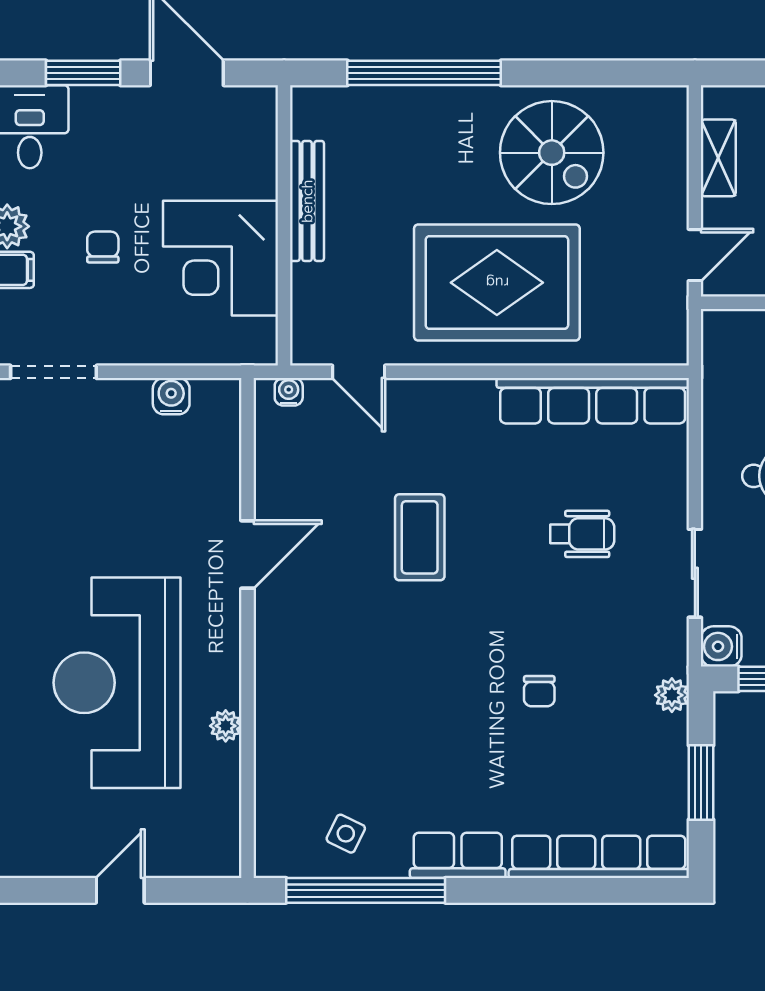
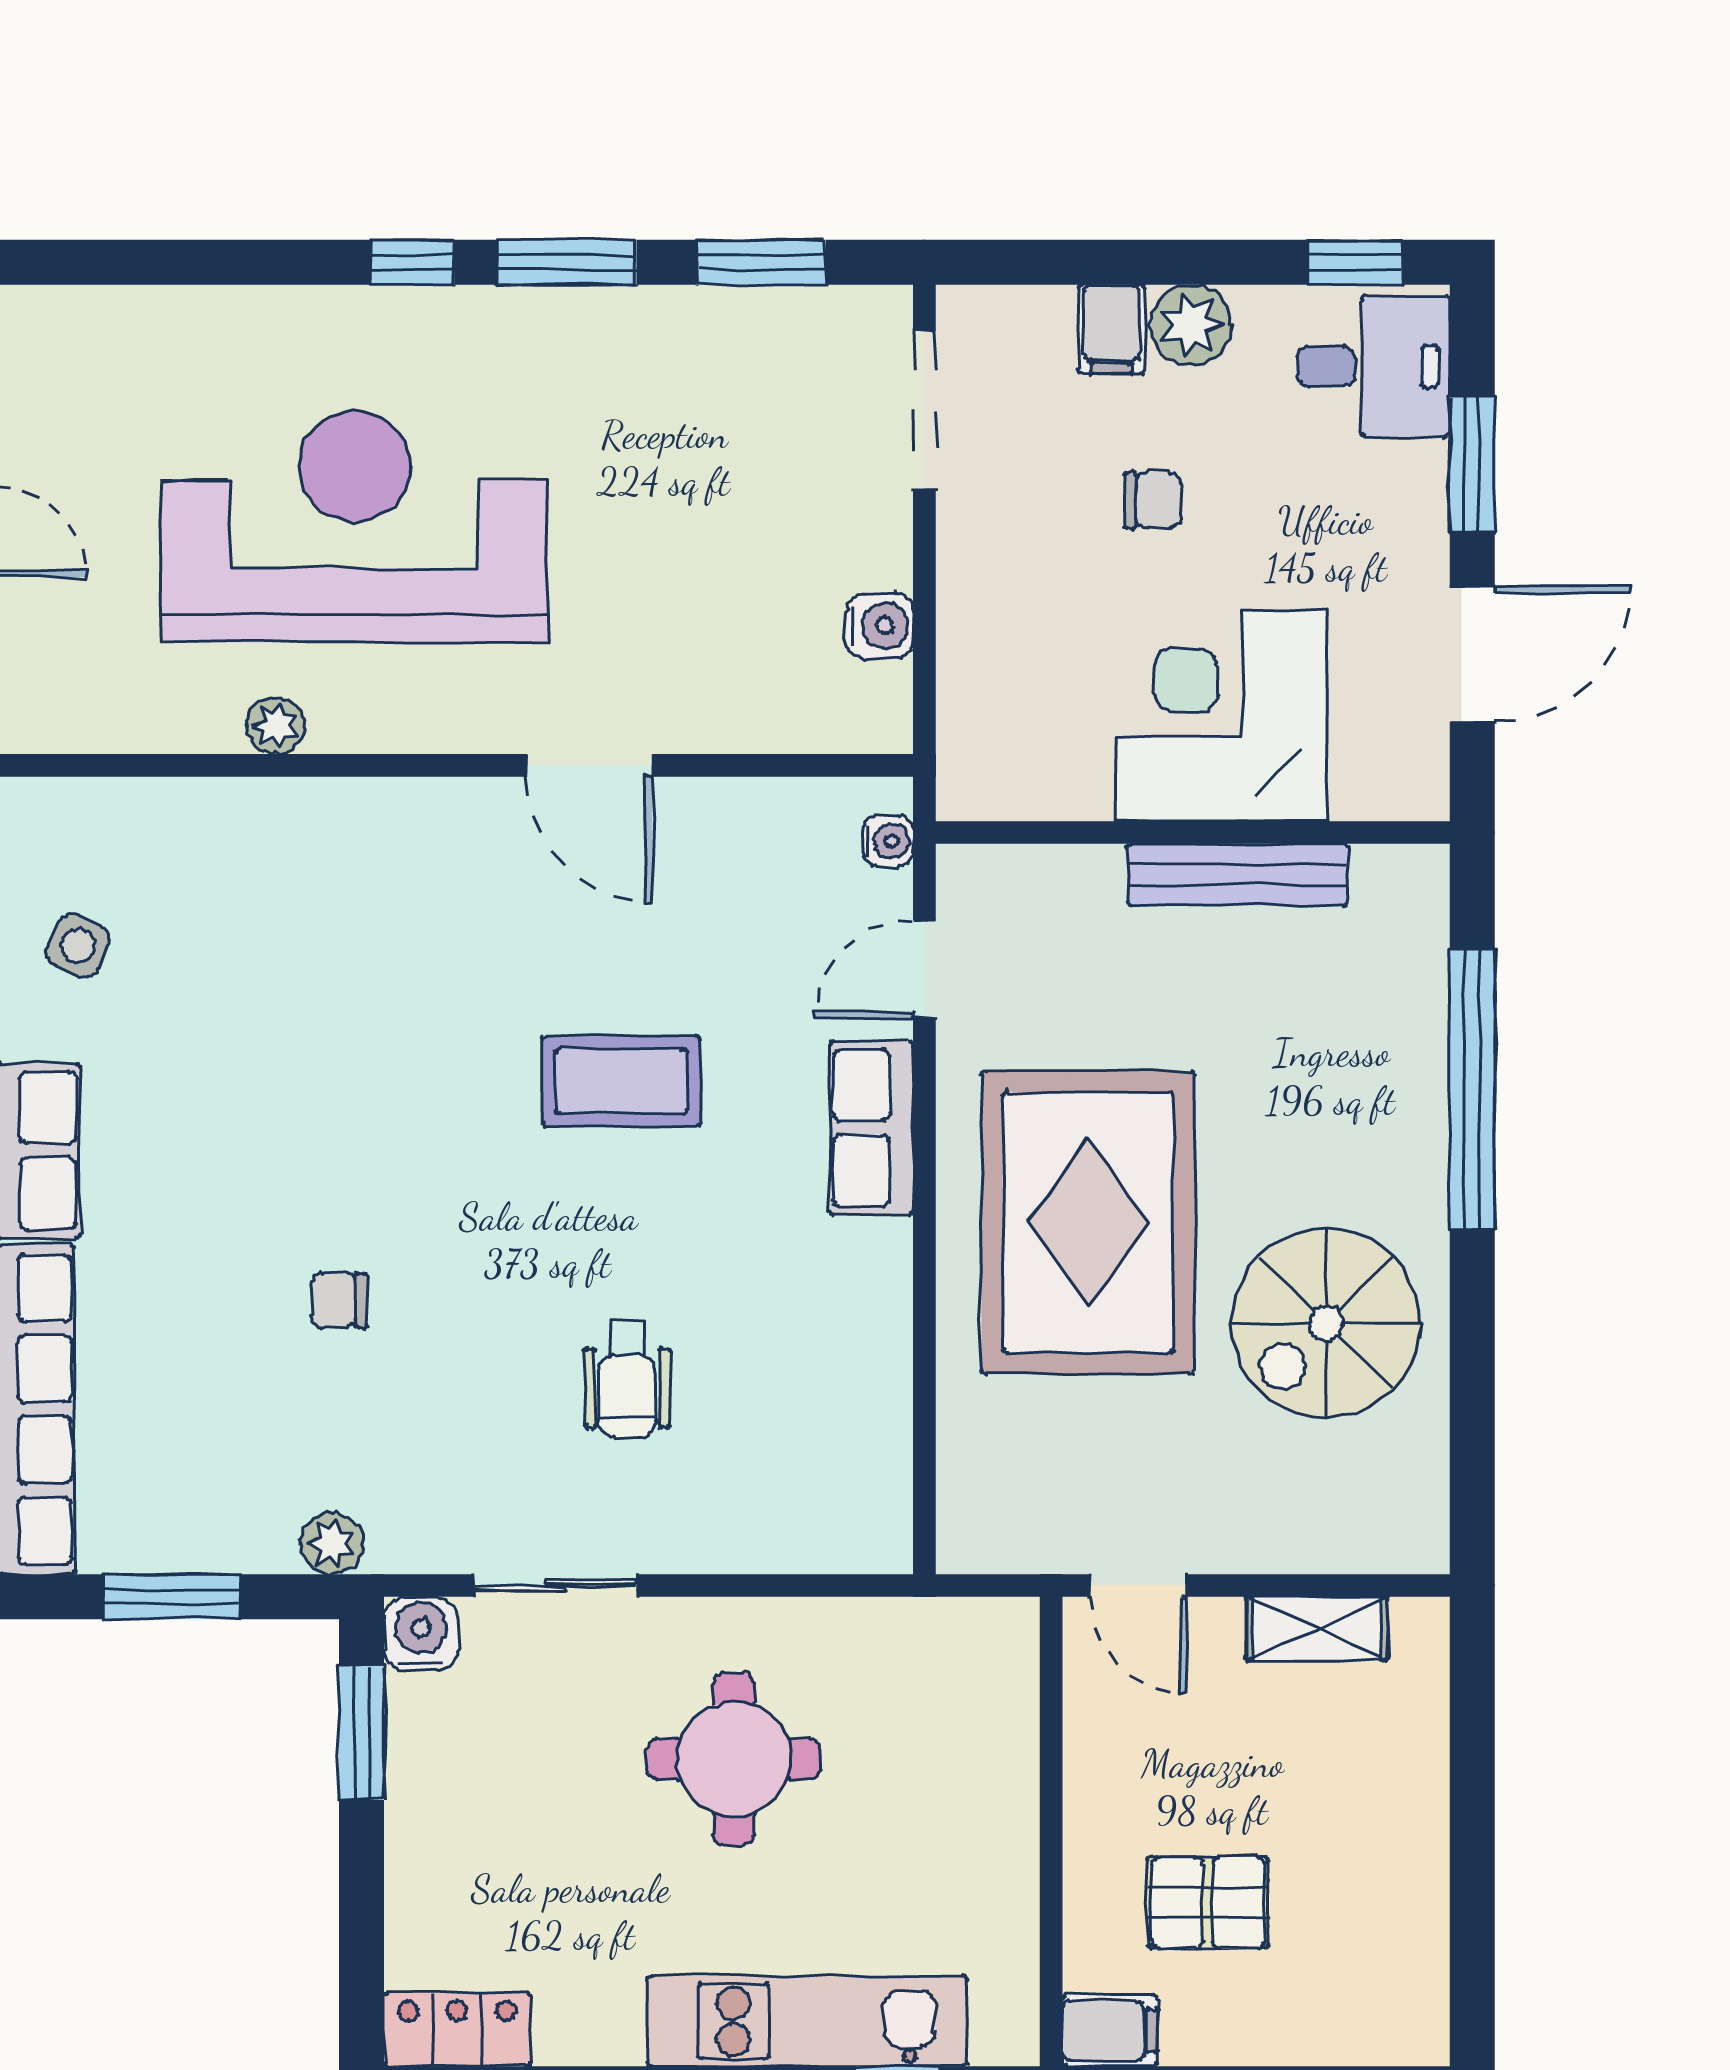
corner desk: (220, 258) -> (1222, 716), moved
row of seats: (593, 401) -> (871, 1128), moved, width x0.50

